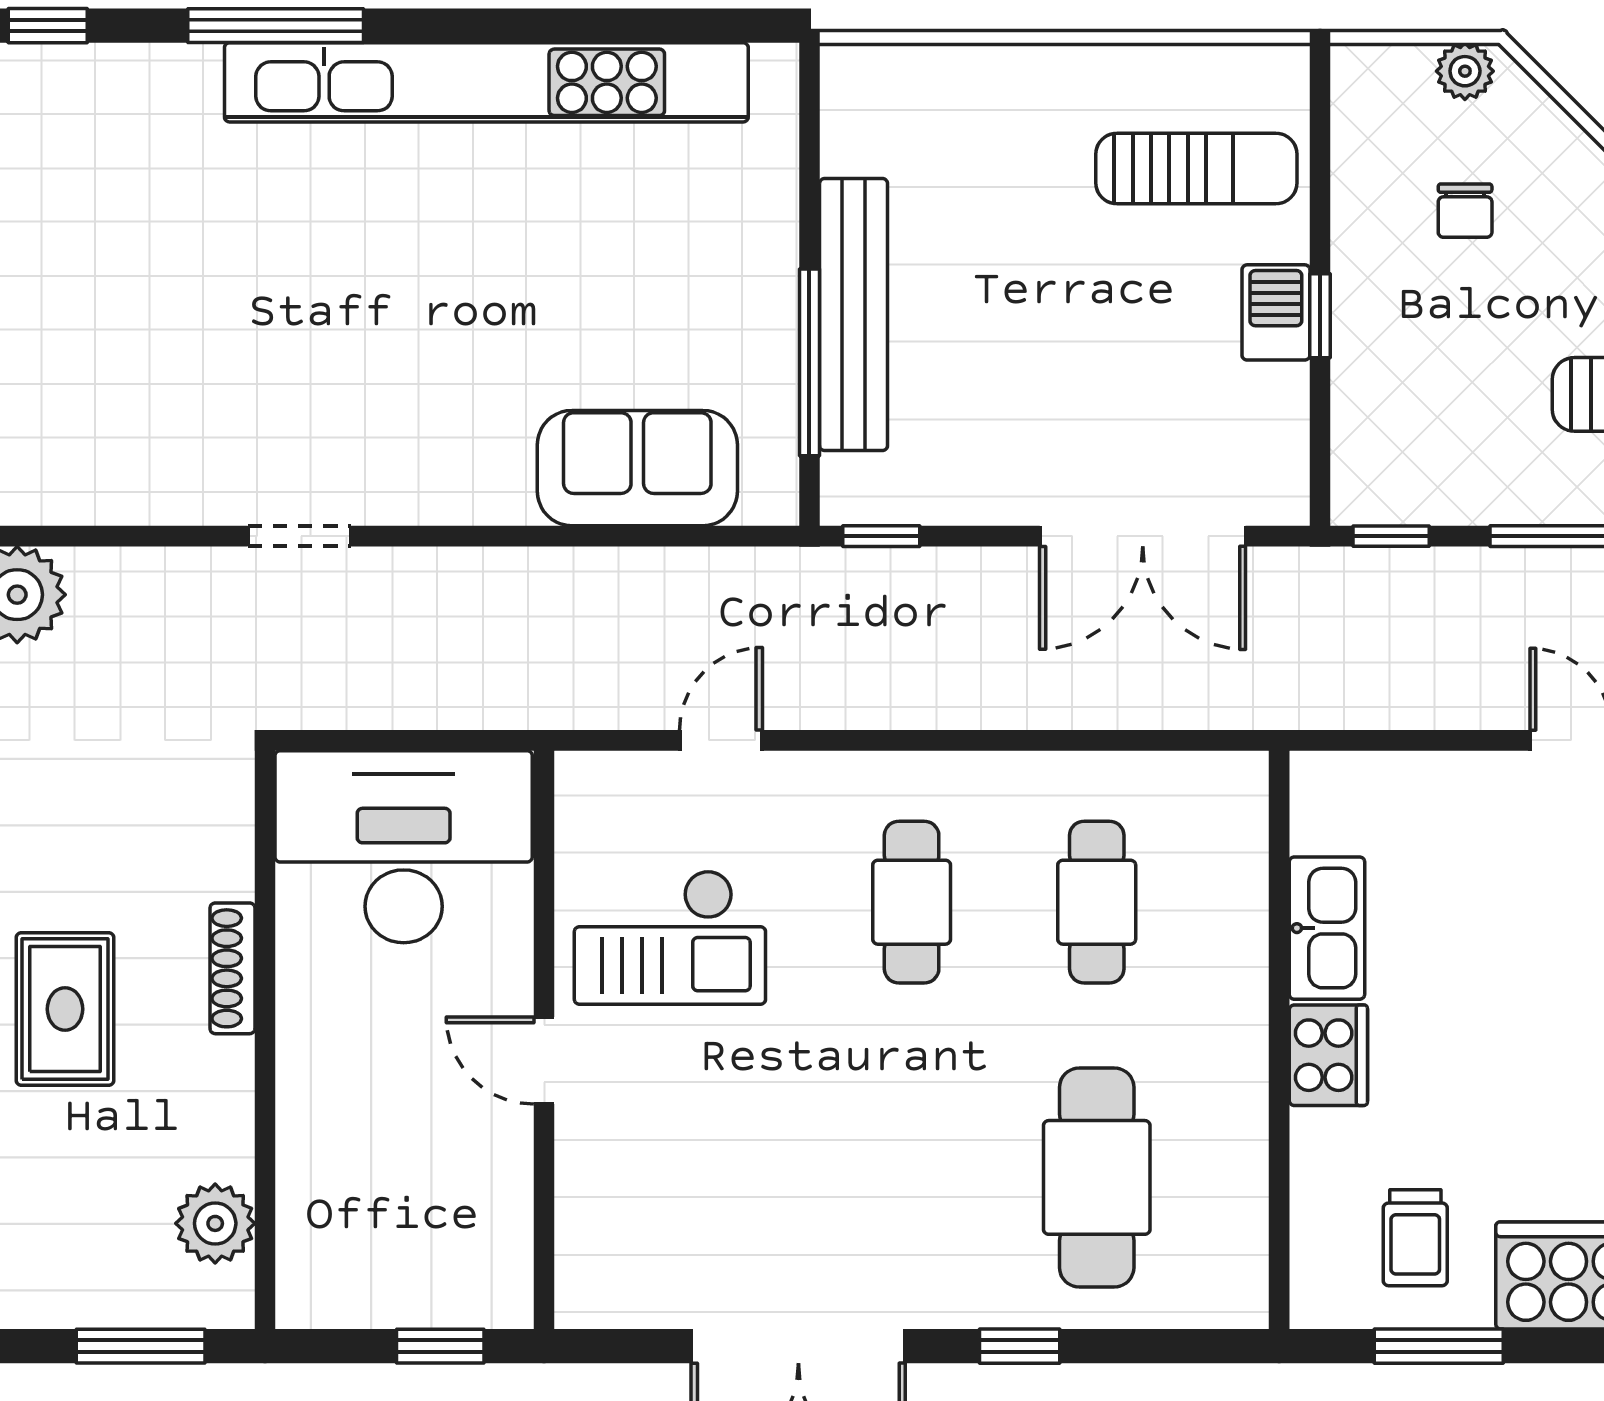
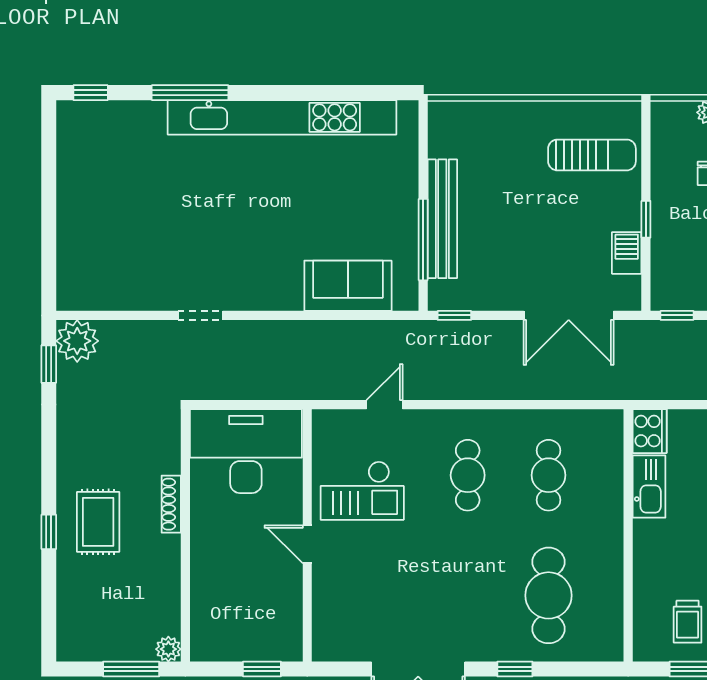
barbecue: (1276, 312) -> (627, 253), moved
cooker: (1328, 1055) -> (650, 431), moved
plant: (215, 1223) -> (168, 649), moved, width x0.73, depth x0.73

